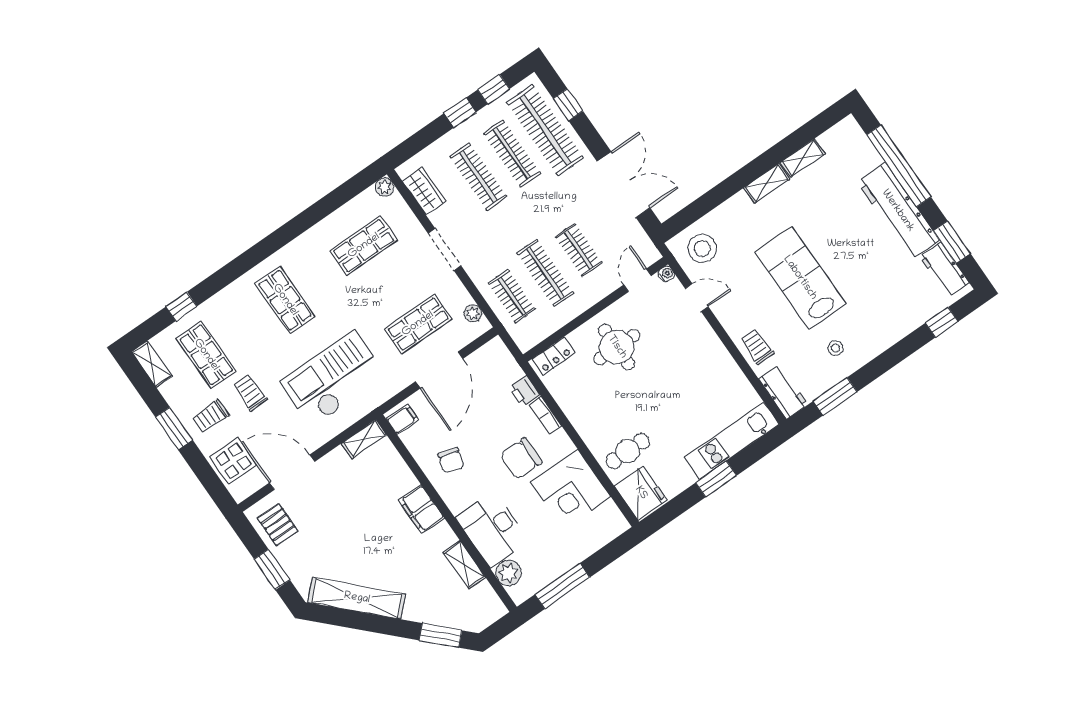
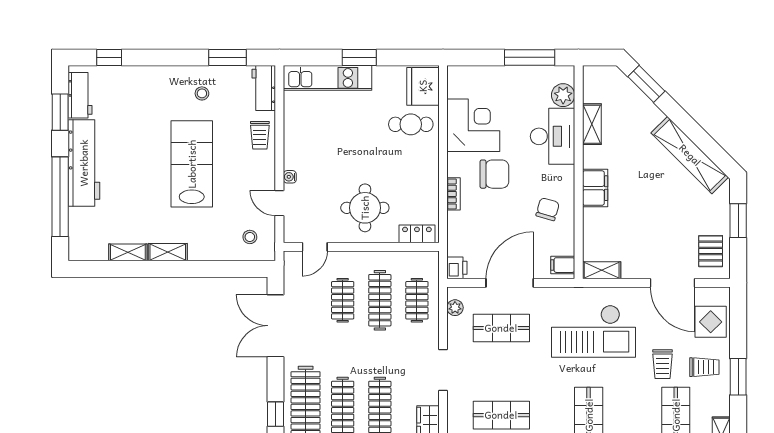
stool: (702, 249) -> (250, 237), width x0.53, depth x0.53
water cooler: (666, 274) -> (290, 177), moved
lab bench: (800, 278) -> (192, 164), turned 180
printer: (524, 391) -> (457, 268), moved

